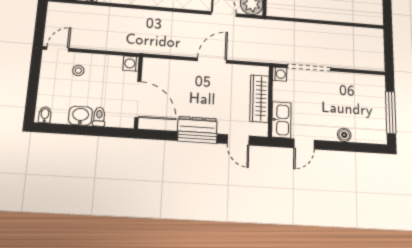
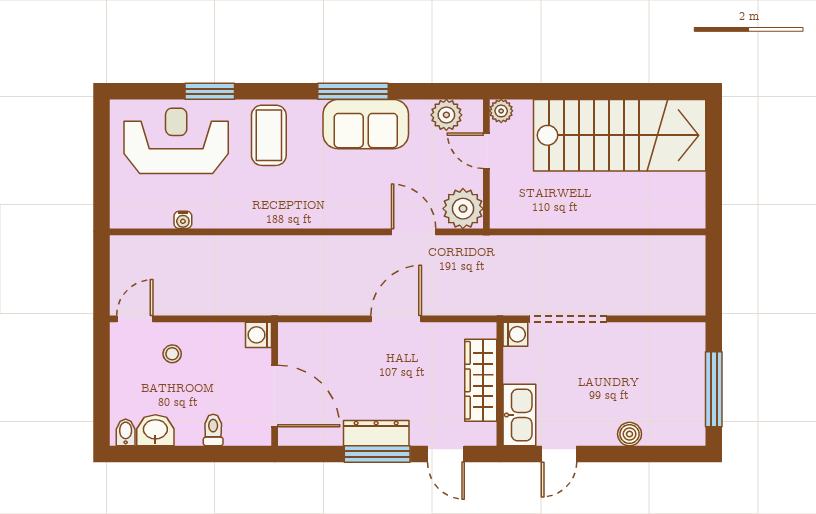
washbasin: (80, 116) -> (155, 430), moved

